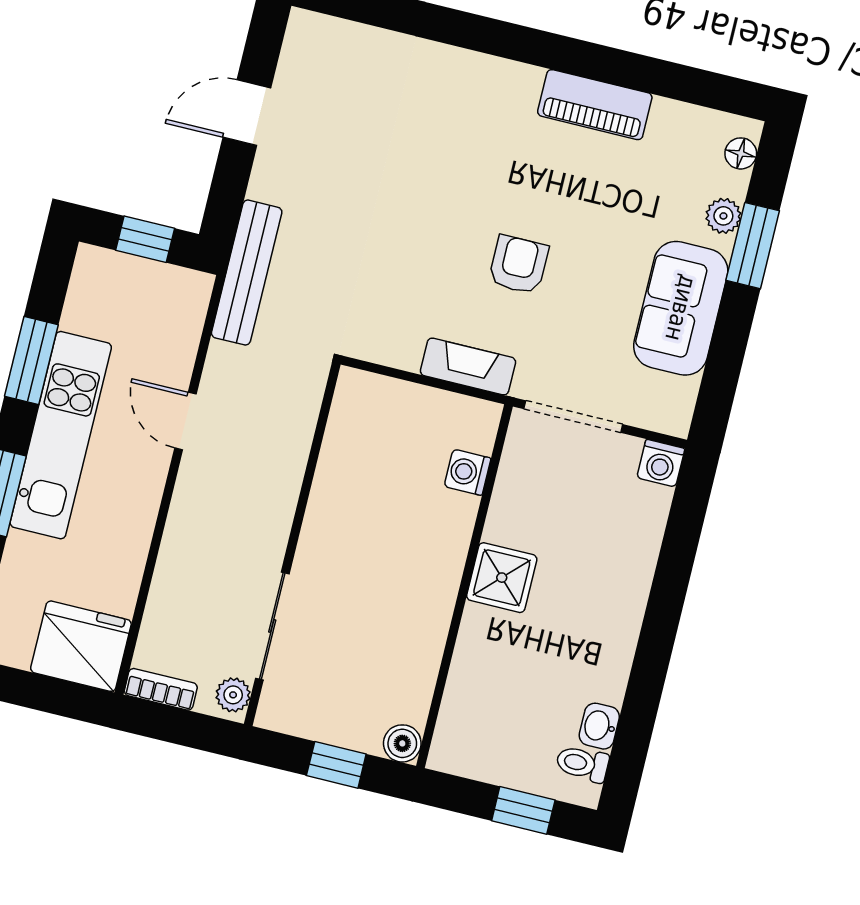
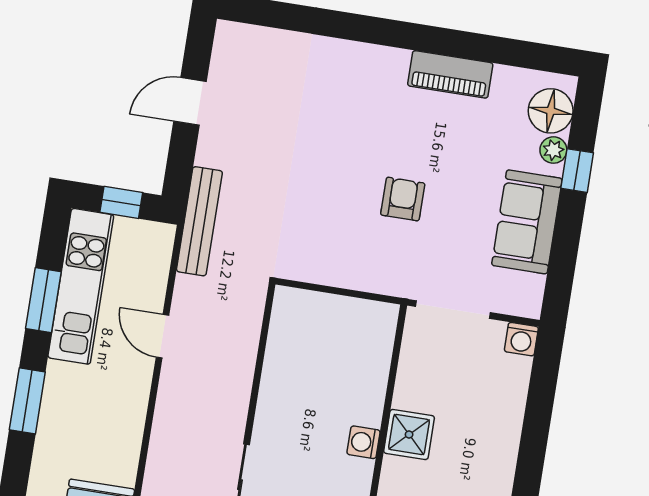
floor lamp: (741, 153) -> (551, 111), width x1.89, depth x1.89
window: (753, 246) -> (577, 171), width x0.67
fireplace: (468, 366) -> (371, 278), removed
kitchen unit: (61, 435) -> (81, 286), moved
washing machine: (468, 472) -> (364, 442), moved

